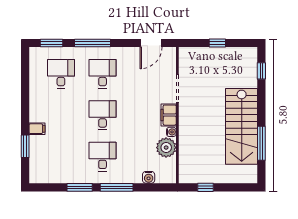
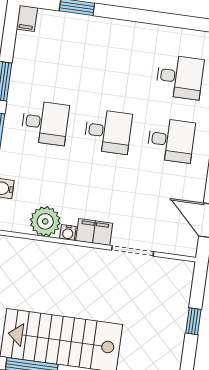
filing cabinet: (37, 129) -> (27, 18), moved

